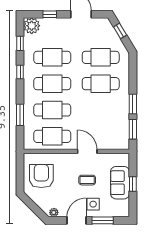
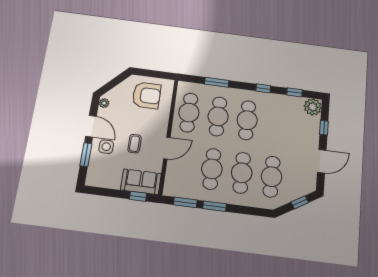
cafe table: (52, 57) -> (212, 169), moved
sofa: (120, 183) -> (141, 182), moved
window: (133, 184) -> (138, 196), moved

